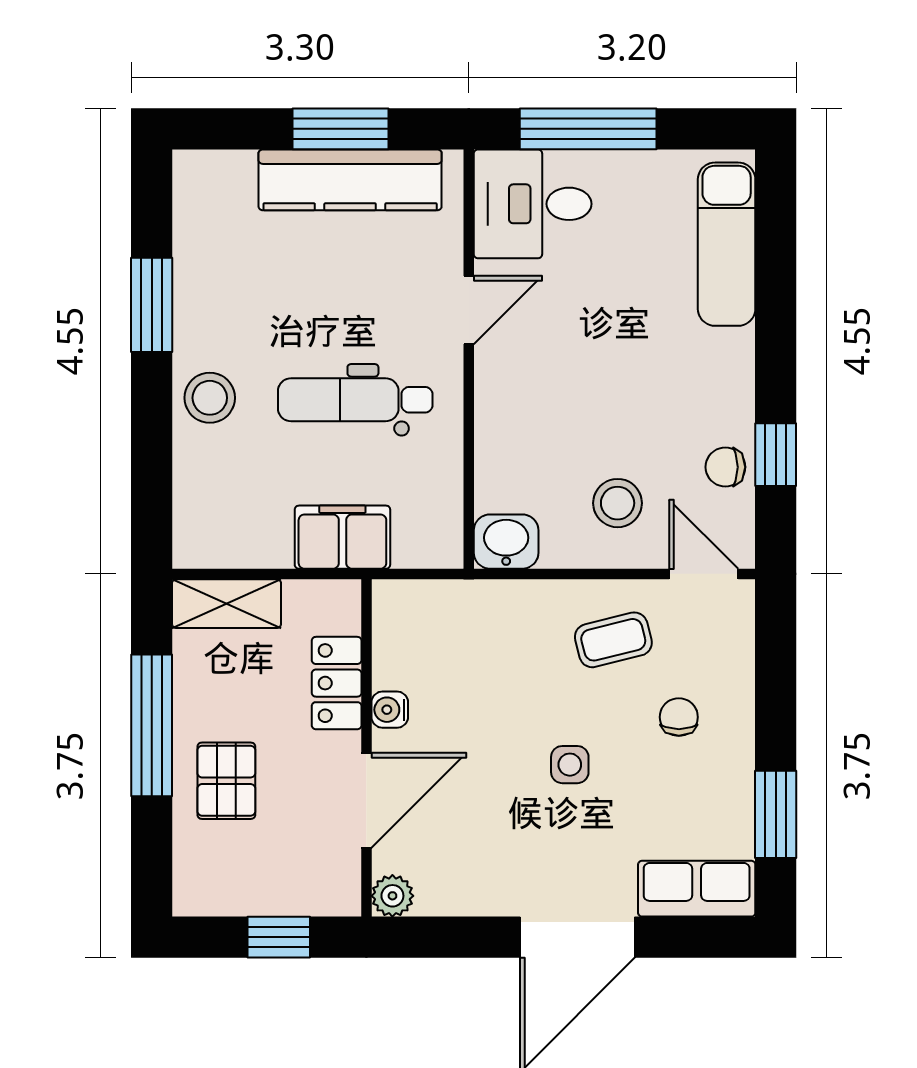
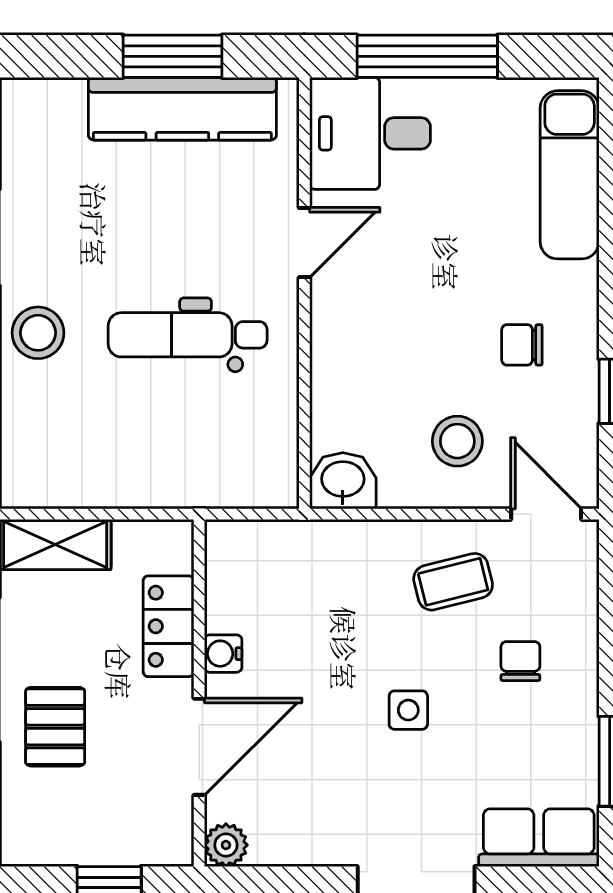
chair: (725, 467) -> (522, 345), moved
filing cabinet: (342, 537) -> (174, 476), removed

